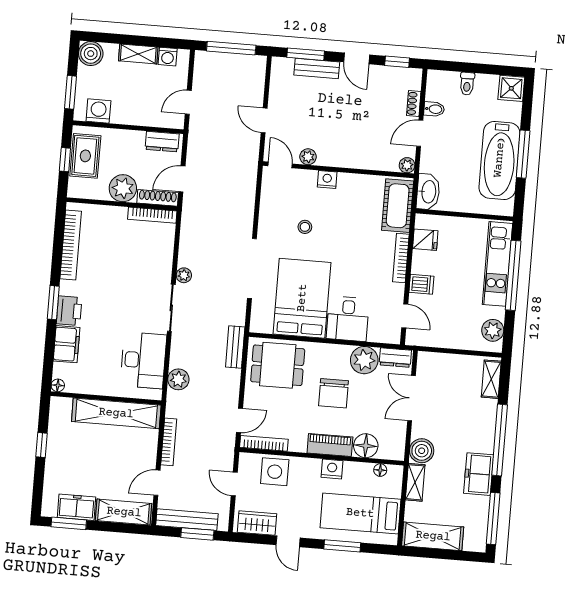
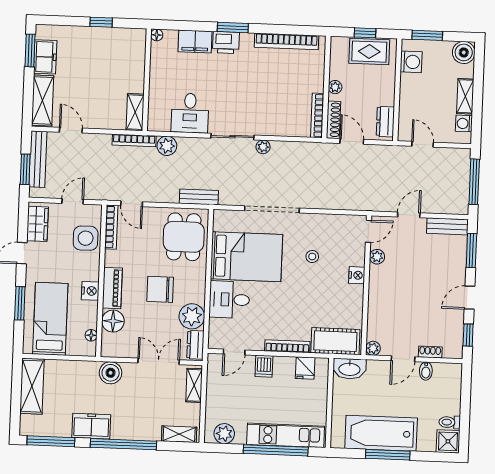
bench: (317, 68) -> (447, 226), moved, turned 90
toilet: (467, 84) -> (450, 422), moved
door: (420, 133) -> (403, 359), swing flipped
plant: (123, 188) -> (335, 87), width x0.53, depth x0.53
desk: (143, 360) -> (190, 113), width x0.73
shelving: (116, 413) -> (135, 112), width x0.45, depth x0.75
bookcase: (169, 442) -> (134, 140), moved
shelving: (415, 482) -> (194, 385), moved, turned 90

